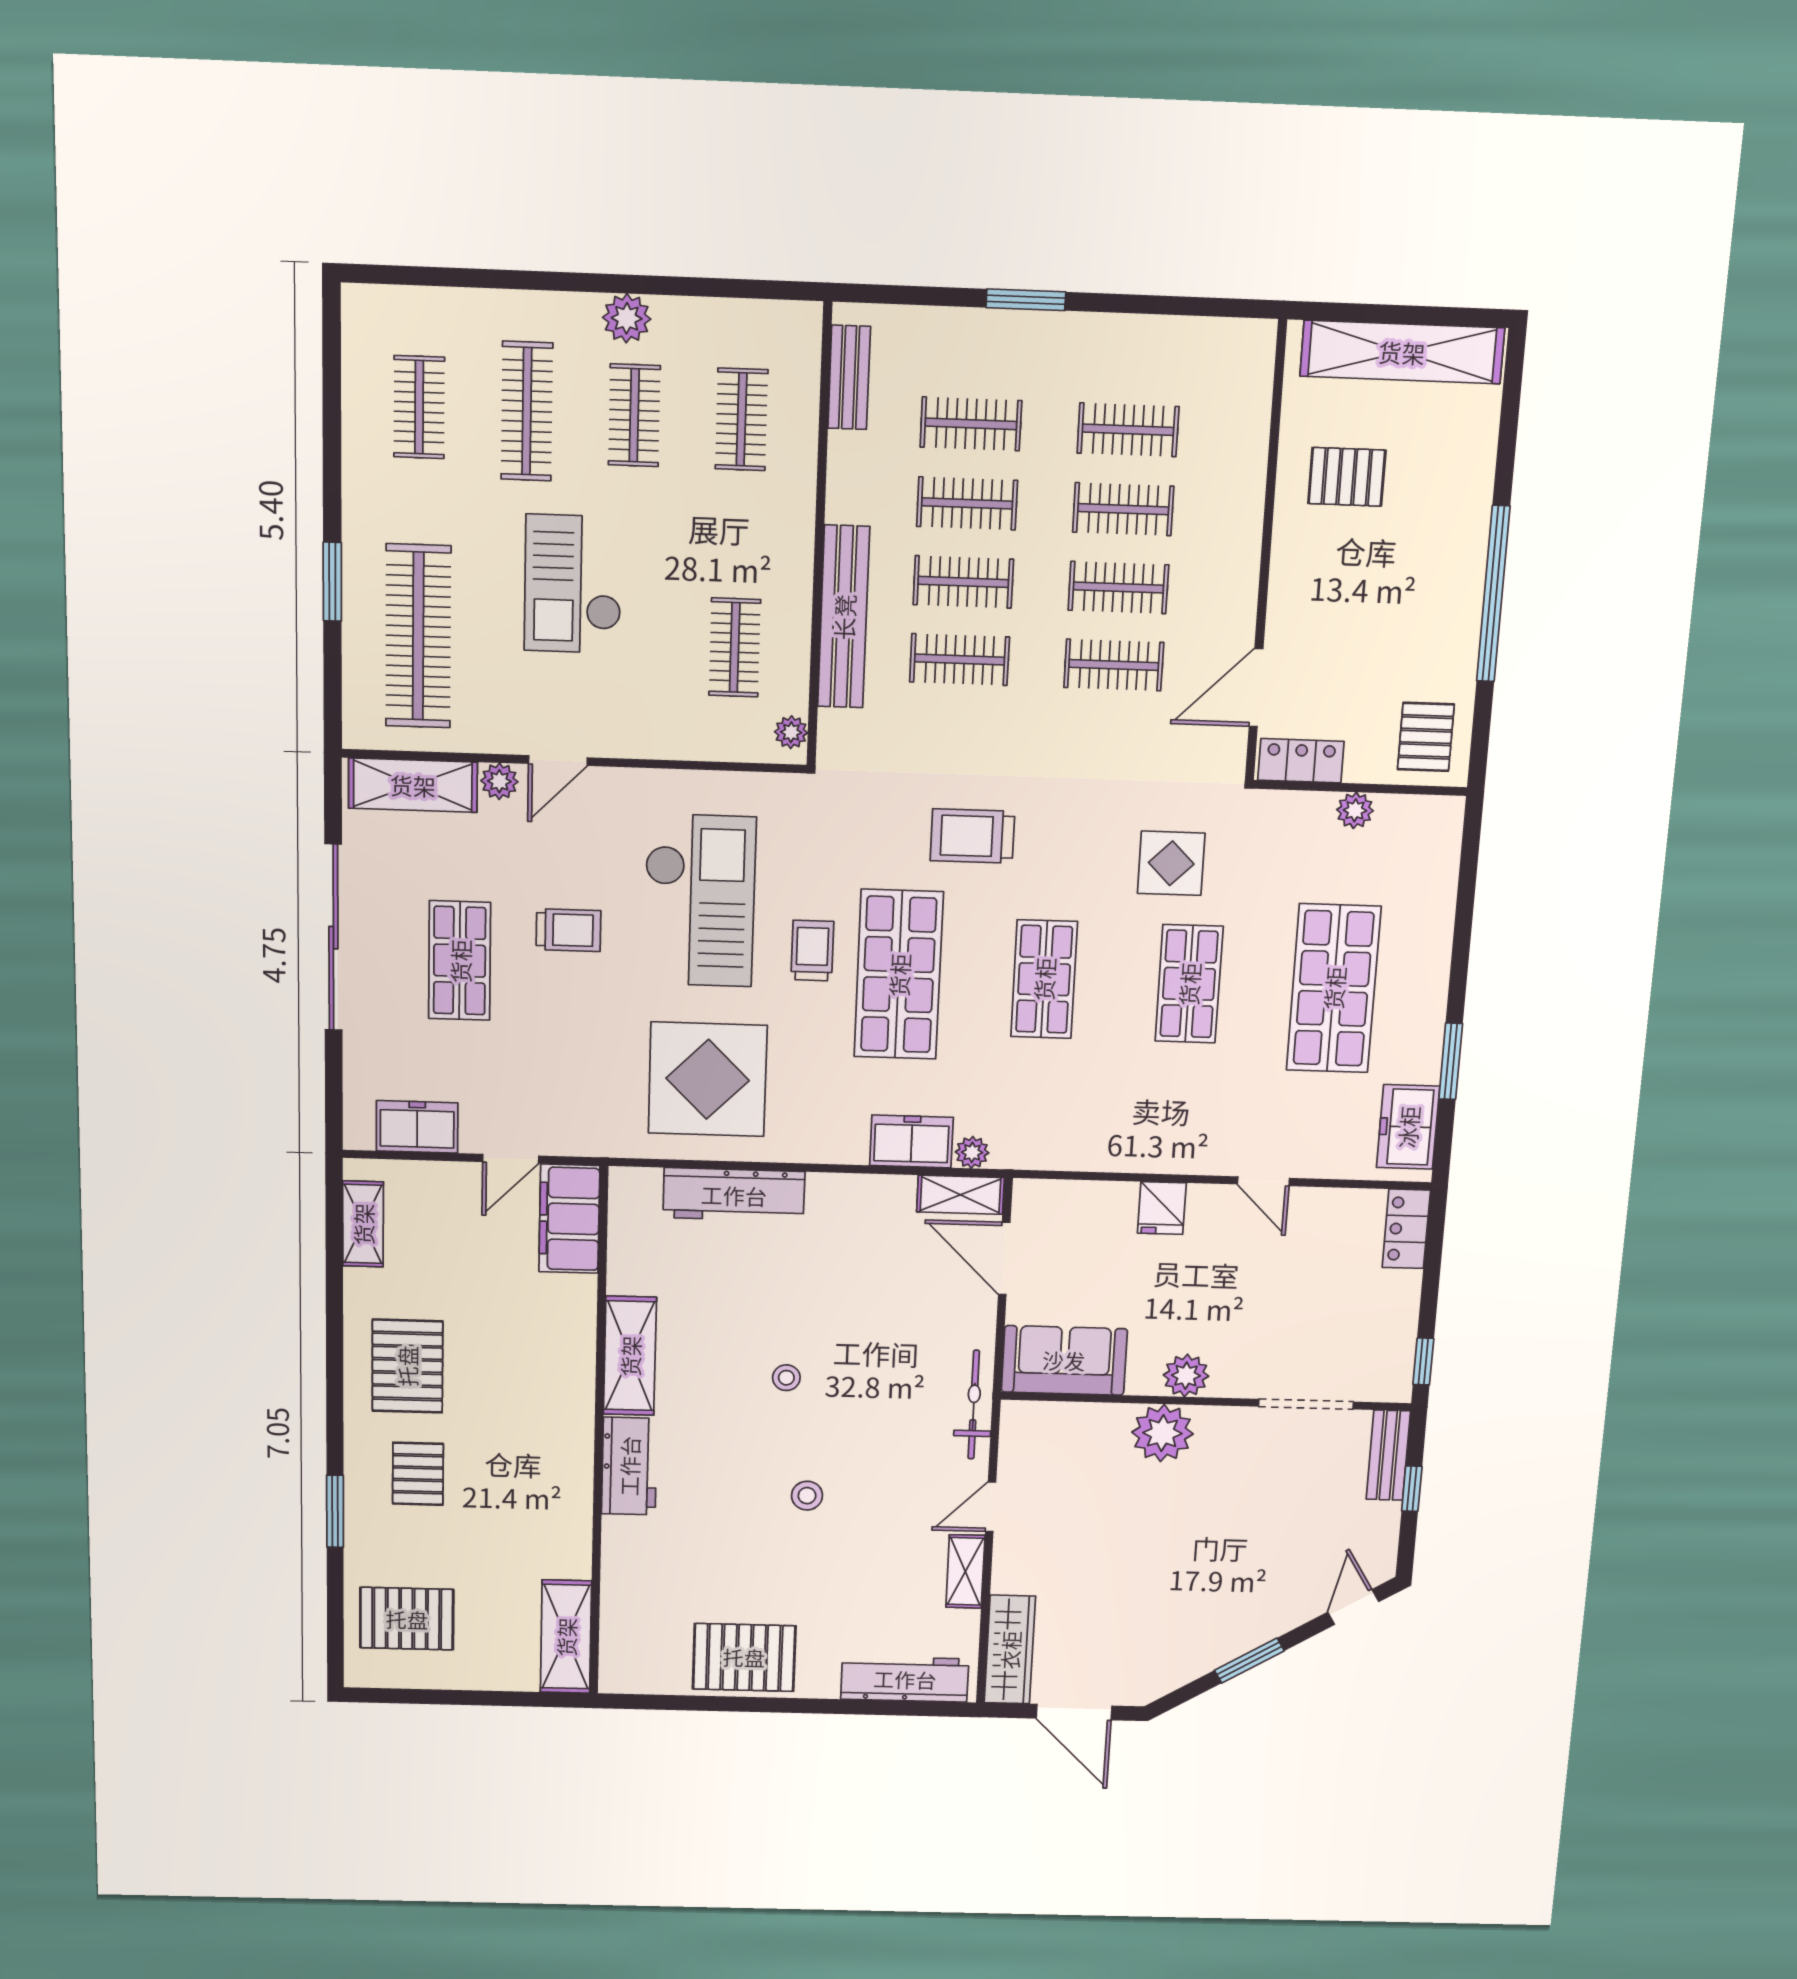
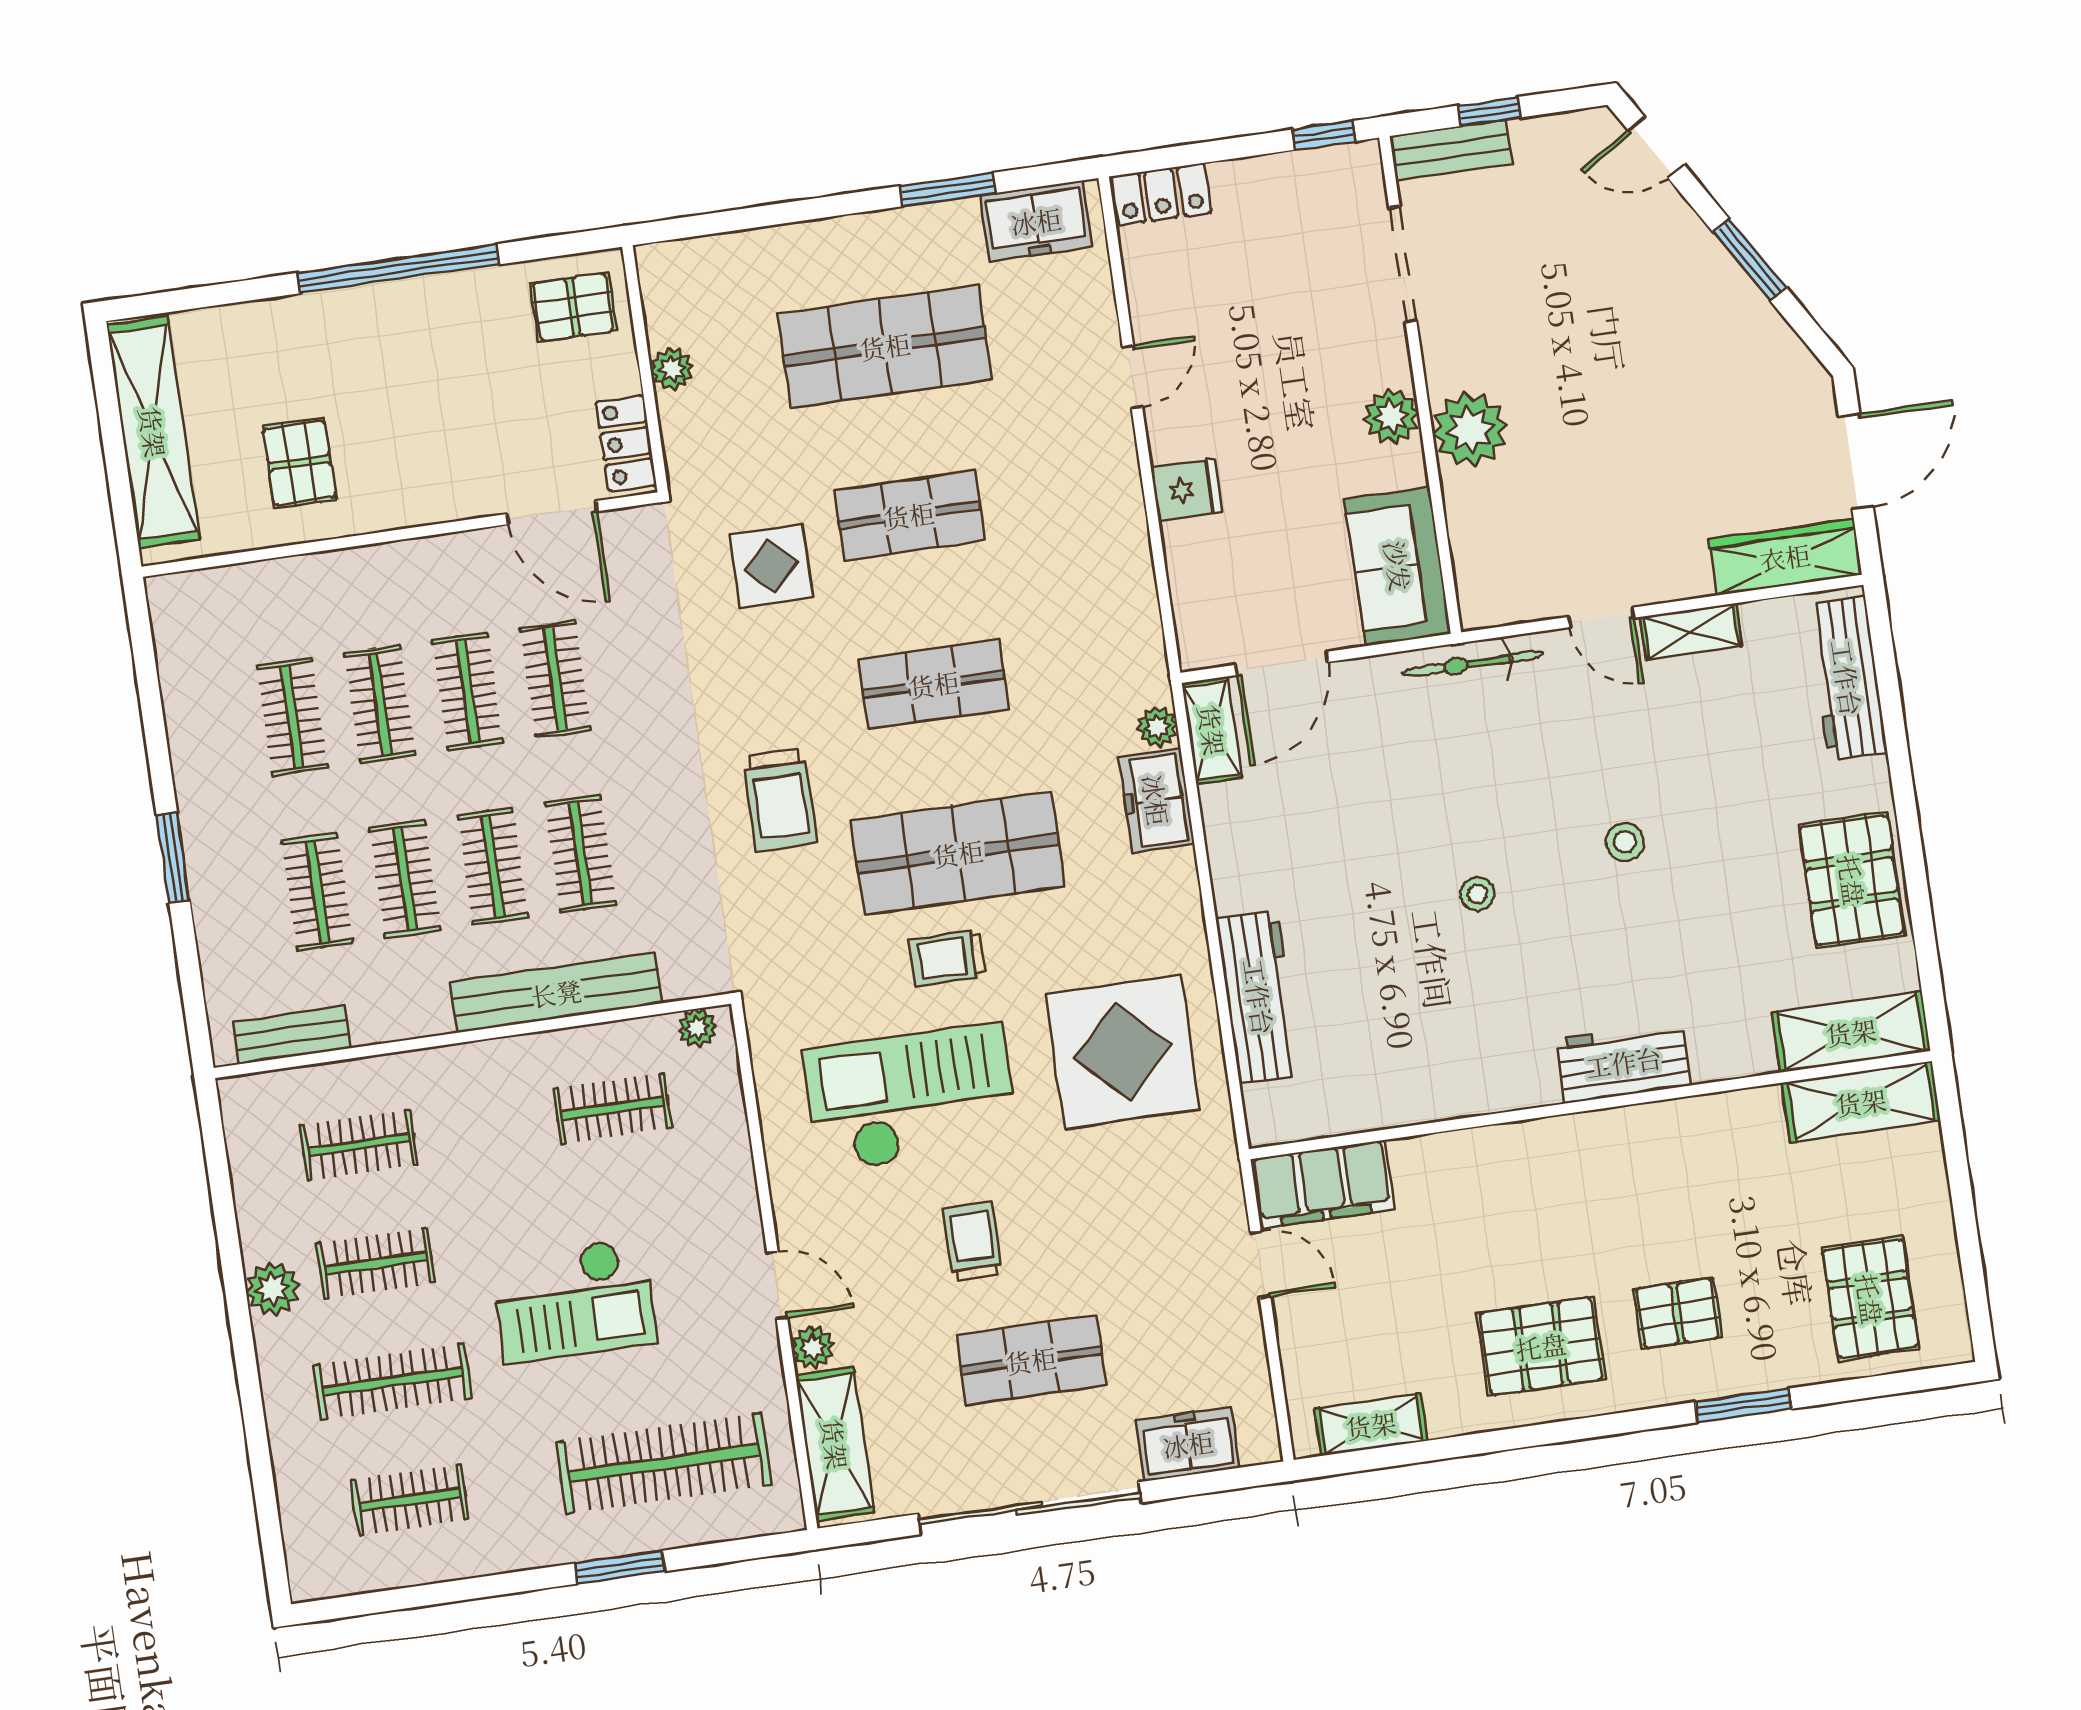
freezer: (417, 1127) -> (1188, 1444), moved, turned 90
shelving: (630, 1356) -> (1851, 1032), moved

